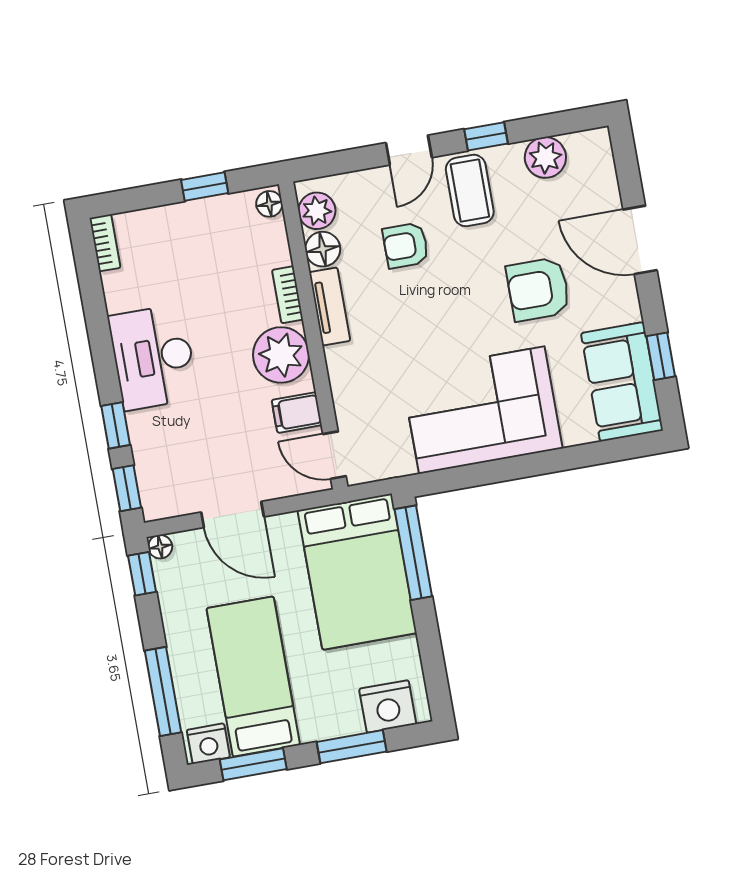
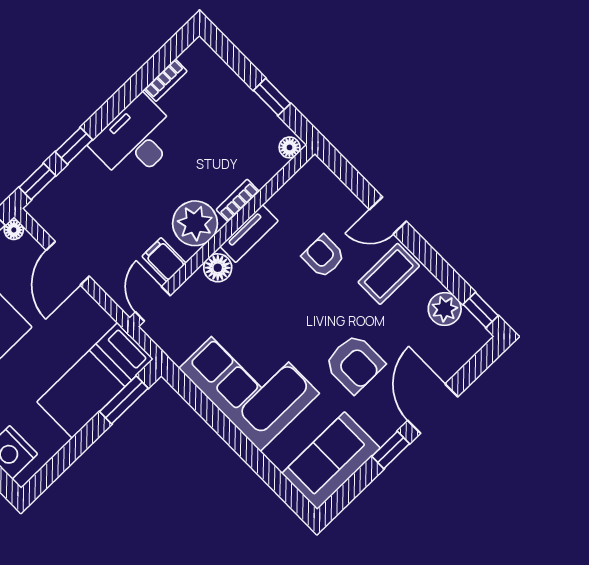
window: (486, 136) -> (481, 310), moved
plant: (317, 211) -> (306, 182), removed
bookcase: (105, 243) -> (166, 80), moved
floor lamp: (323, 249) -> (218, 268), moved
armchair: (538, 289) -> (354, 364), turned 180
window: (661, 356) -> (391, 450), moved
window: (413, 553) -> (124, 400), width x0.69
bed: (357, 572) -> (95, 380), width x0.67

